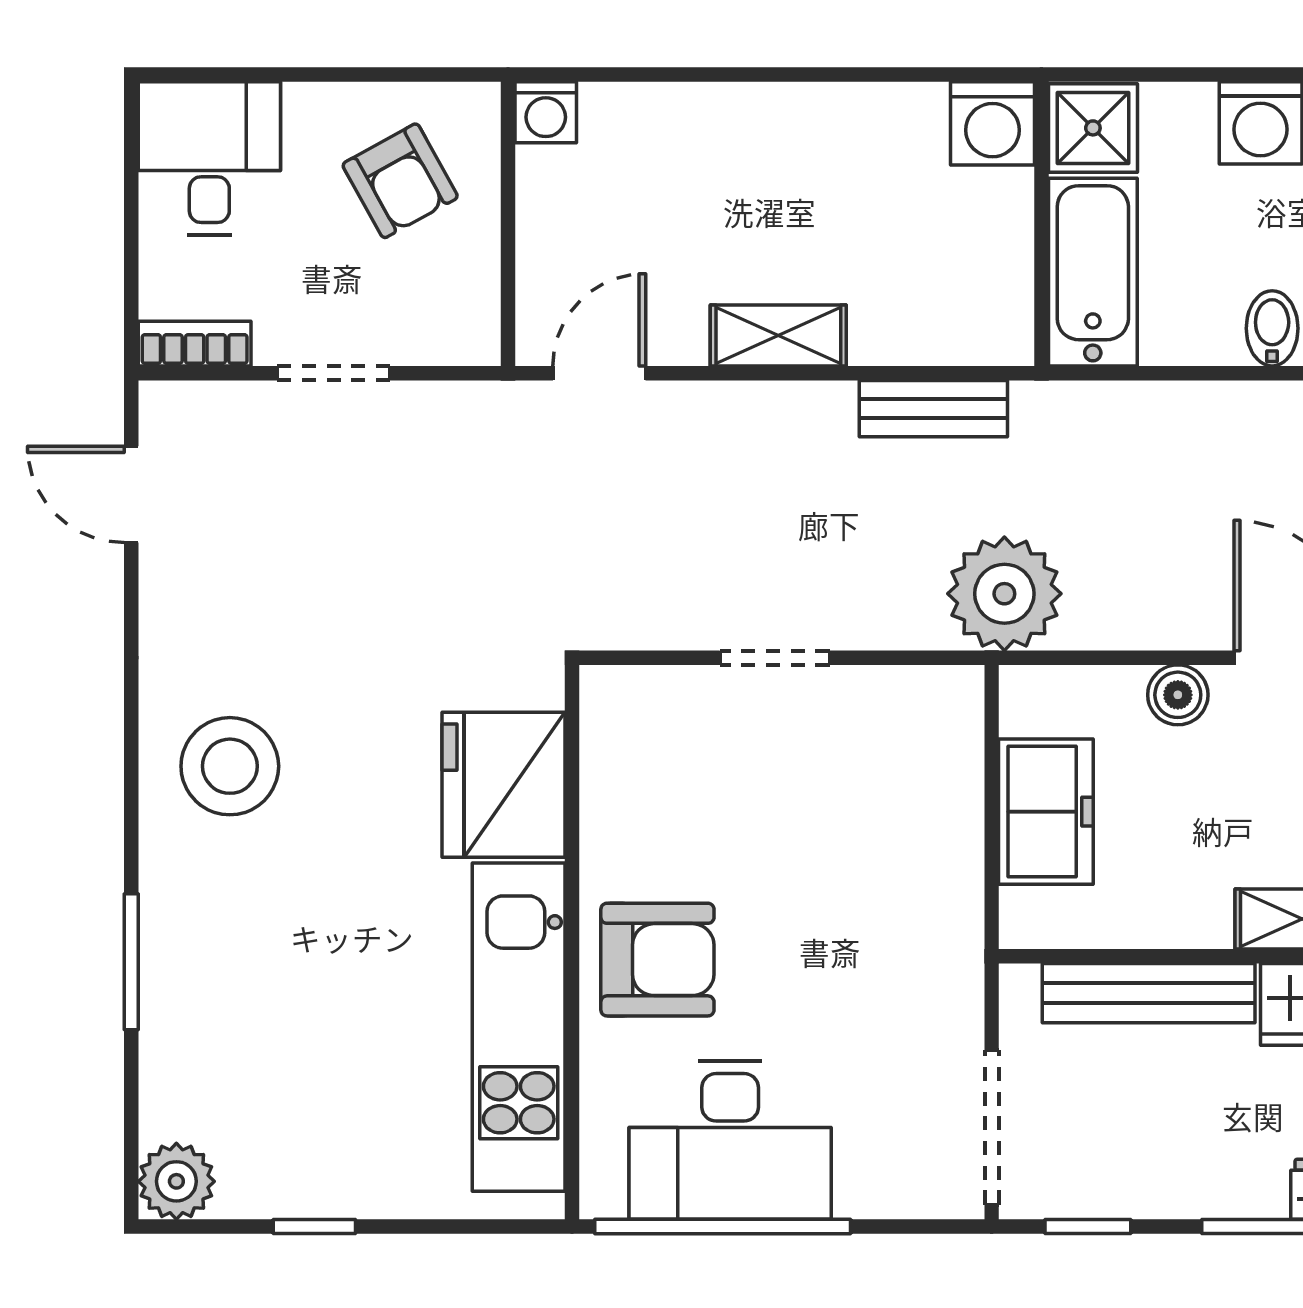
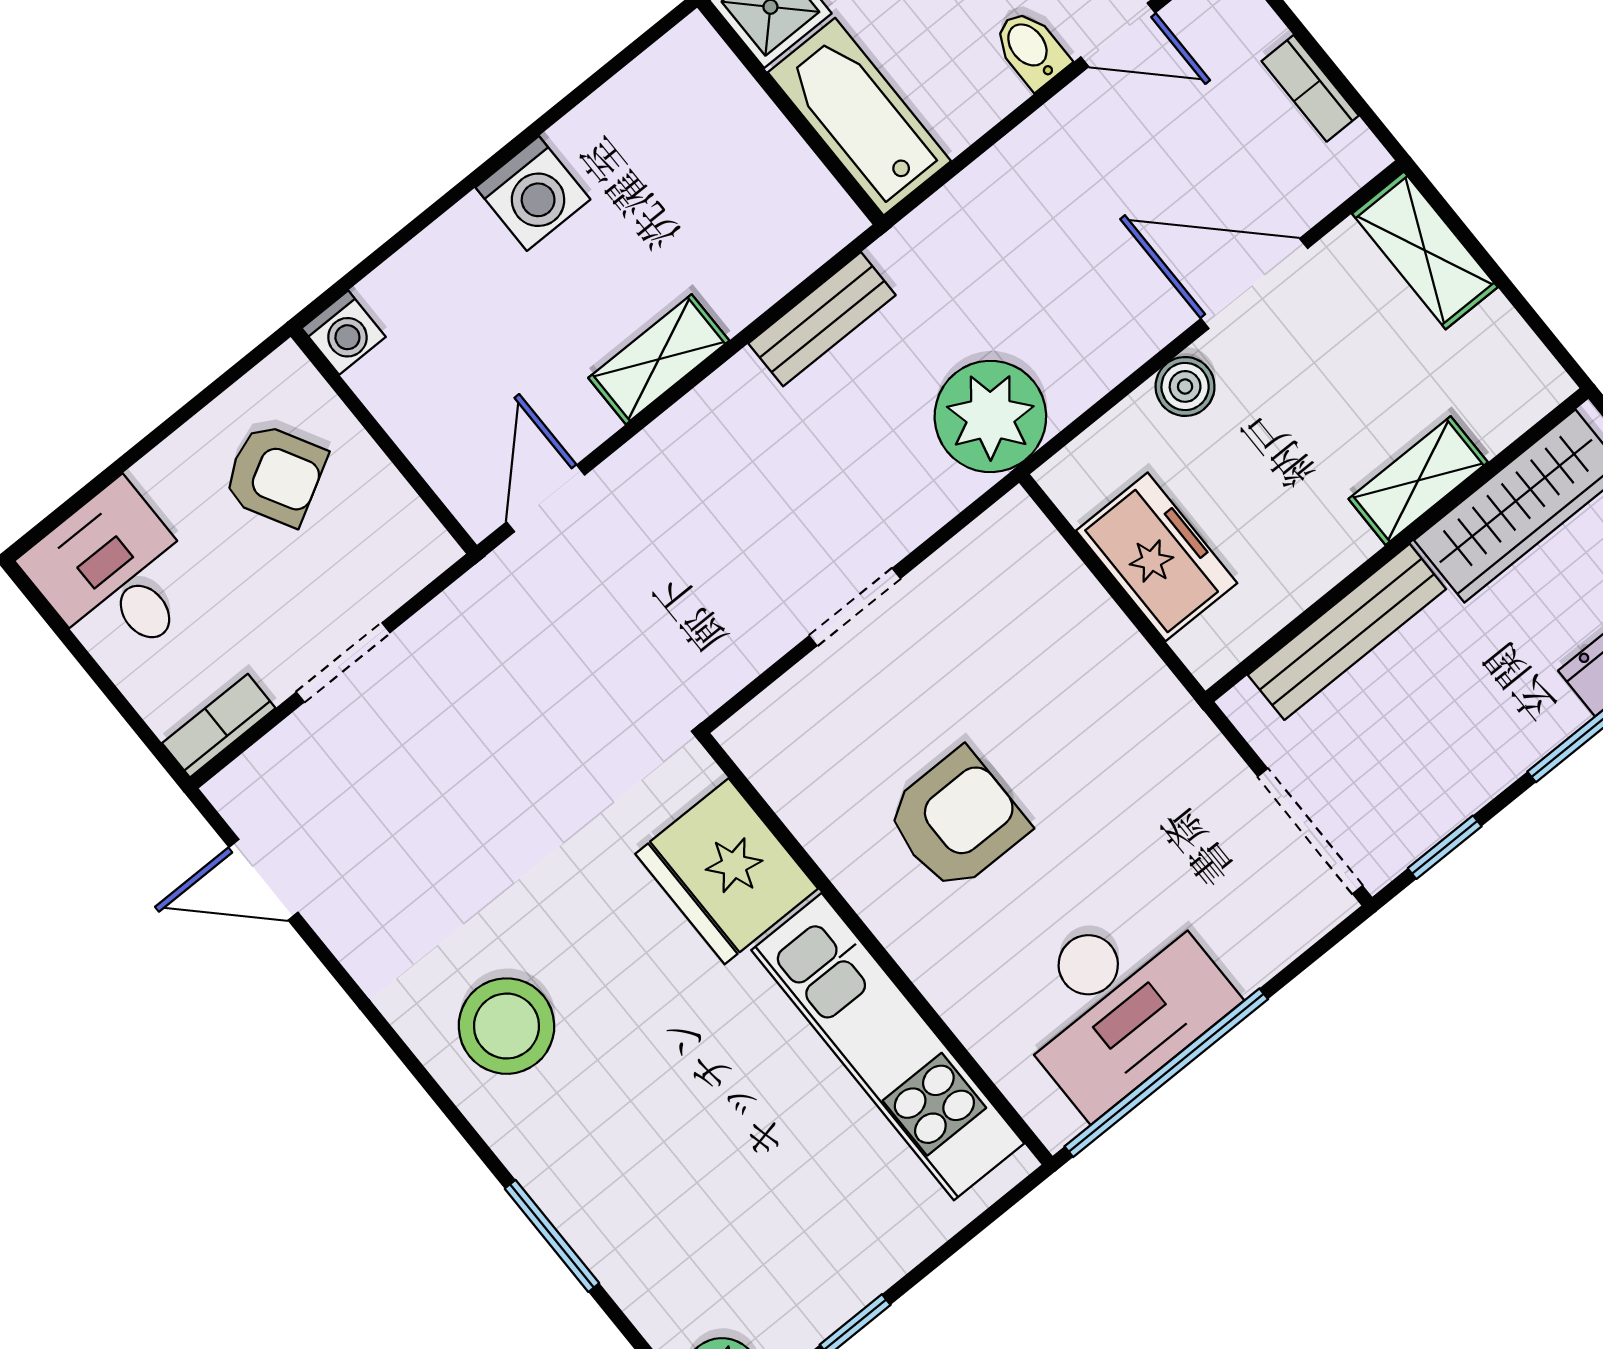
washing machine: (993, 123) -> (533, 193), moved
armchair: (657, 960) -> (957, 820), moved

